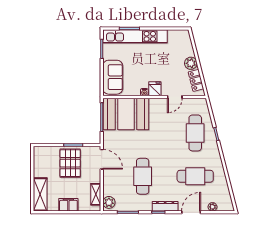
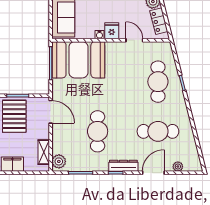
door: (175, 97) -> (134, 40), swing flipped

